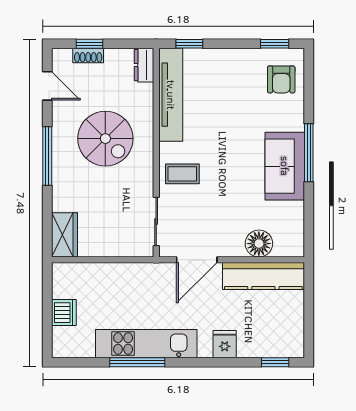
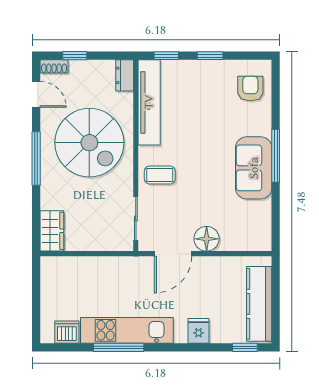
window: (275, 44) -> (210, 56), moved
shoe rack: (88, 55) -> (54, 66), moved
armchair: (281, 79) -> (250, 88), turned 180
spiral stairs: (105, 139) -> (89, 143), width x1.37, depth x1.37
floor lamp: (259, 244) -> (207, 239), moved
kitchen counter: (263, 276) -> (259, 304), moved, turned 90
dishwasher: (64, 313) -> (67, 332), moved, turned -90

